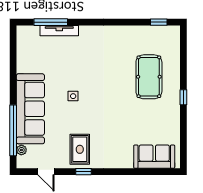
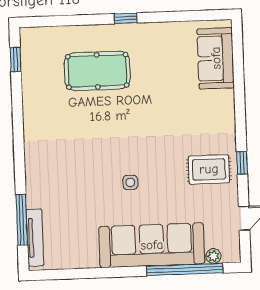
tv unit: (59, 31) -> (35, 238), moved

